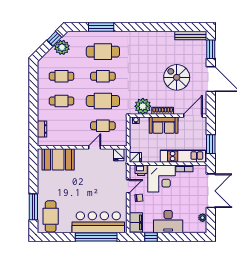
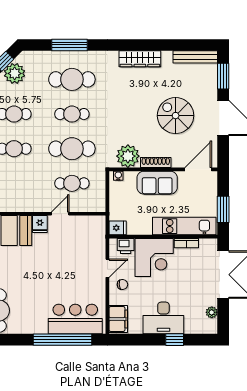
wardrobe: (151, 37) -> (140, 59), added
fridge: (119, 155) -> (40, 224), moved
bar counter: (98, 222) -> (75, 319), width x0.73
window: (151, 237) -> (175, 340), moved

